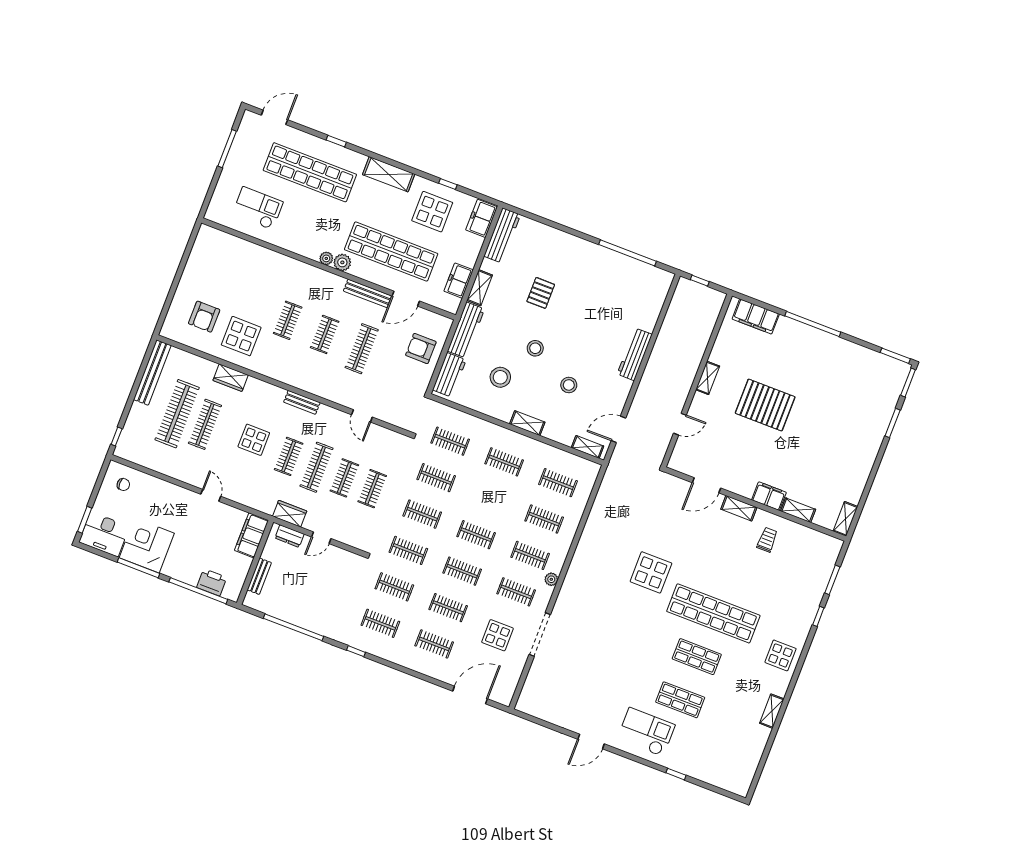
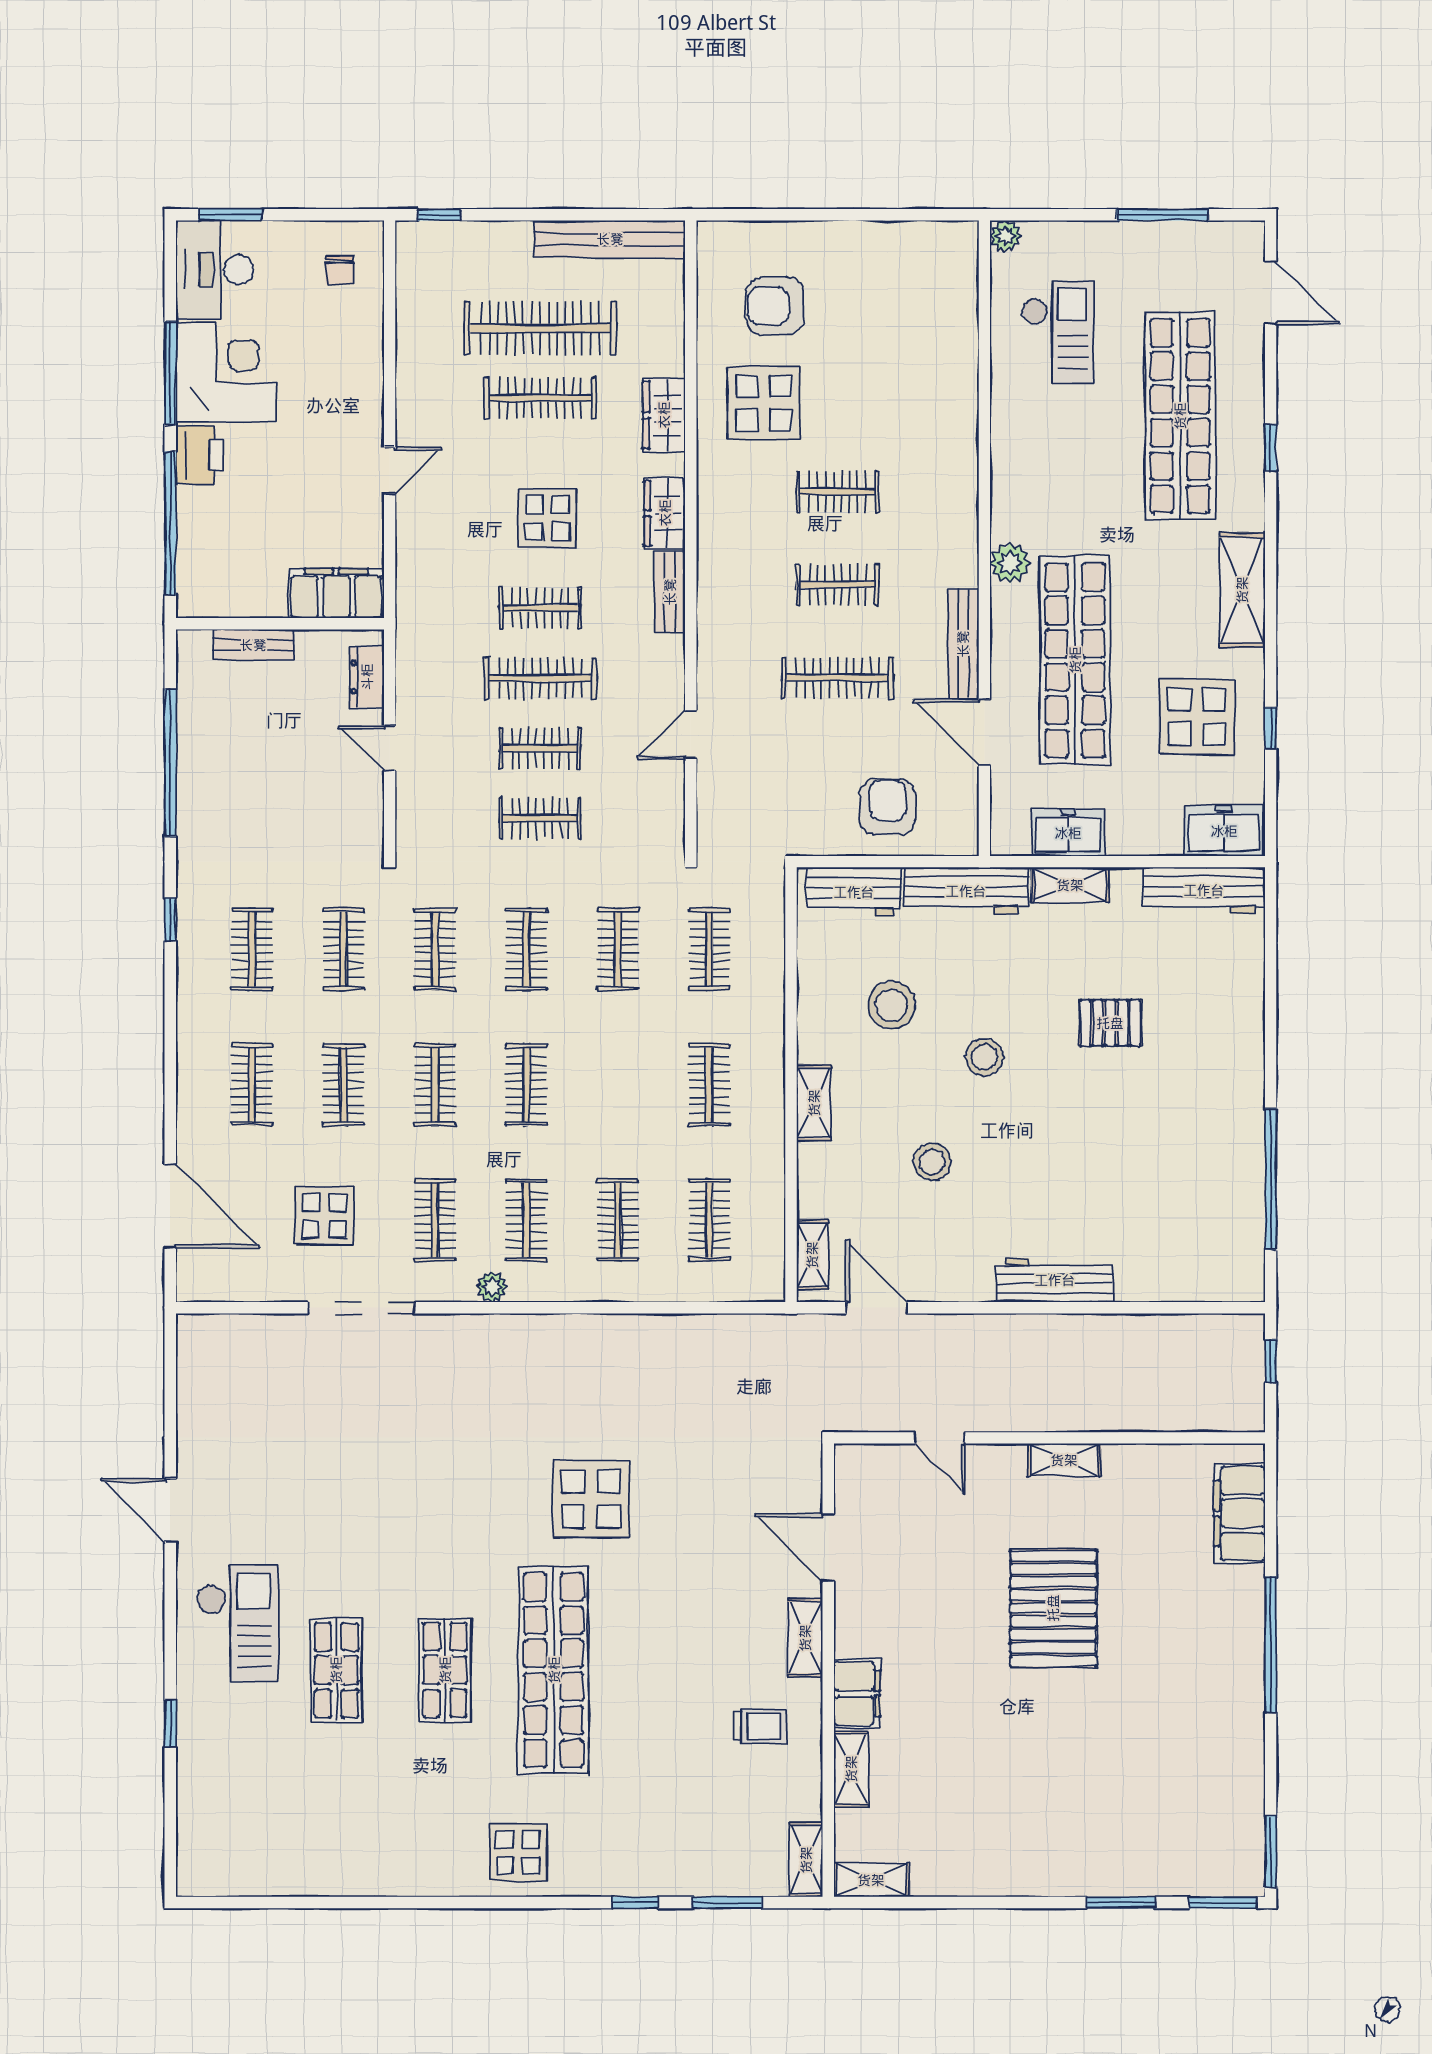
plant: (326, 258) -> (1005, 236), moved
wardrobe: (290, 514) -> (665, 513), moved, turned 180
printer: (212, 582) -> (200, 455), moved
shelving: (772, 711) -> (806, 1860), moved, turned 90

